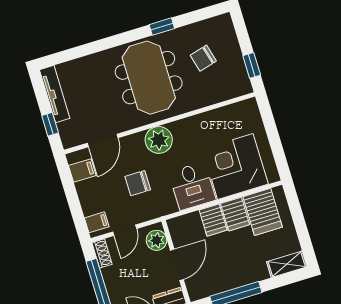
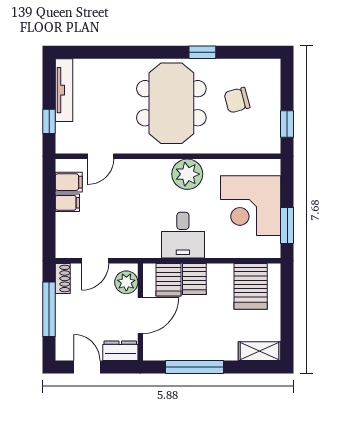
door: (103, 140) -> (101, 156), width x0.73
plant: (159, 140) -> (187, 174), moved
window: (278, 151) -> (287, 225), added
corner desk: (235, 167) -> (251, 206), moved, turned -90
chair: (138, 183) -> (125, 214), removed
server rack: (235, 214) -> (169, 280), moved
filing cabinet: (97, 222) -> (67, 203), moved

